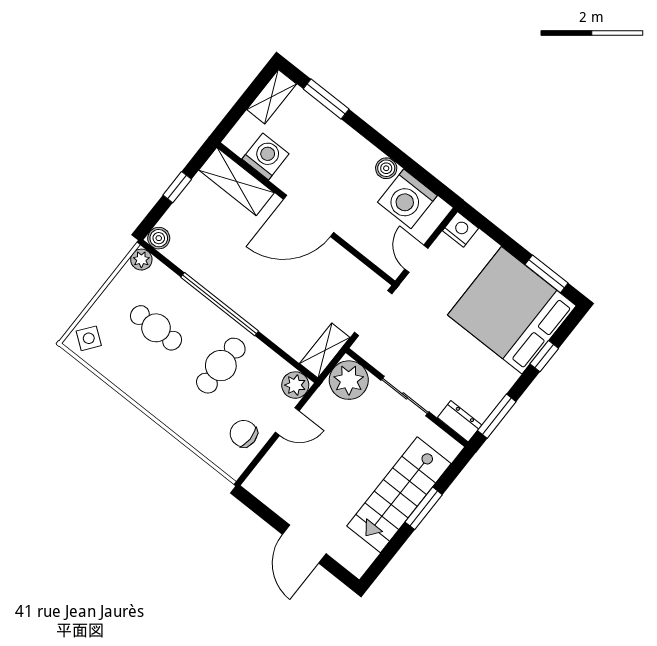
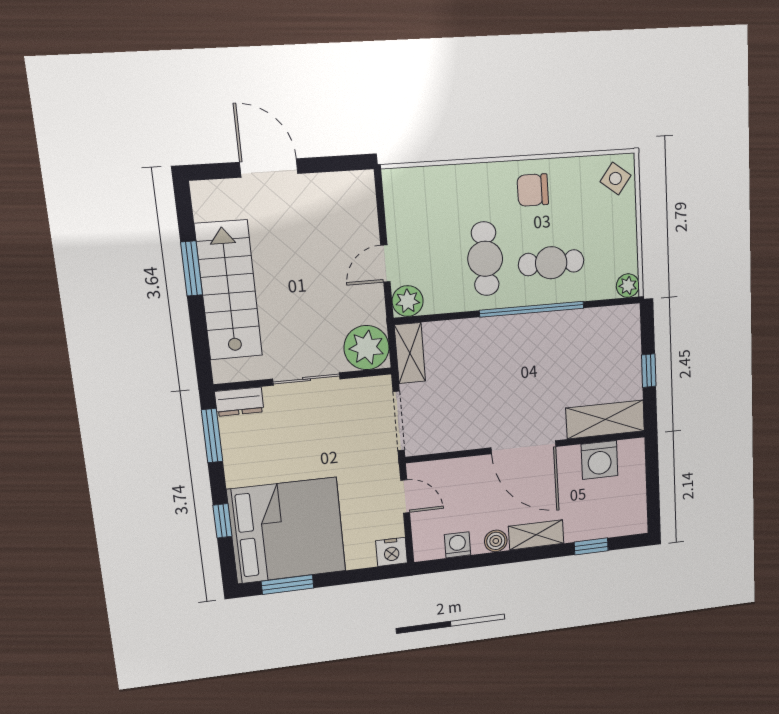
shelving: (272, 97) -> (536, 535), moved, turned 90
window: (326, 99) -> (591, 546), width x0.67
washing machine: (407, 199) -> (458, 545), width x0.53, depth x0.53
door: (309, 216) -> (524, 447), swing flipped
boiler: (159, 238) -> (629, 316), removed
cafe table: (156, 328) -> (551, 263), moved
chair: (244, 434) -> (533, 190), moved, turned 180
window: (424, 508) -> (192, 269), moved

